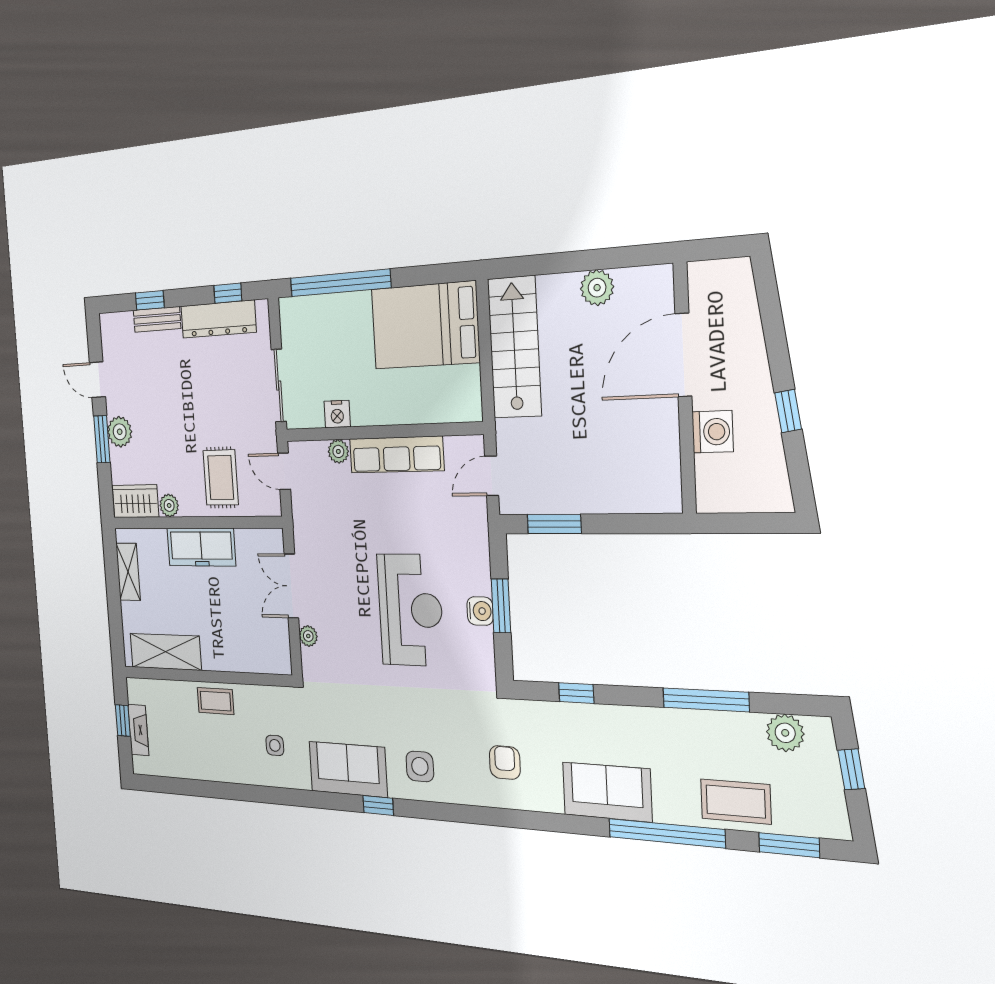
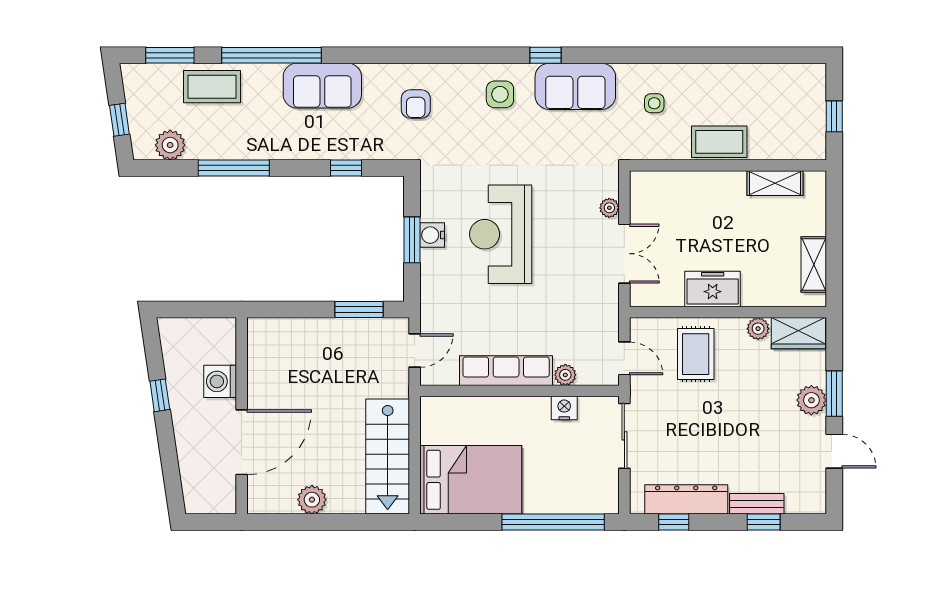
freezer: (201, 547) -> (713, 289), width x0.71
shelving: (166, 652) -> (775, 183), width x0.67, depth x0.75
coffee table: (216, 701) -> (719, 142), width x1.36, depth x1.30
fireplace: (138, 730) -> (816, 108), removed

